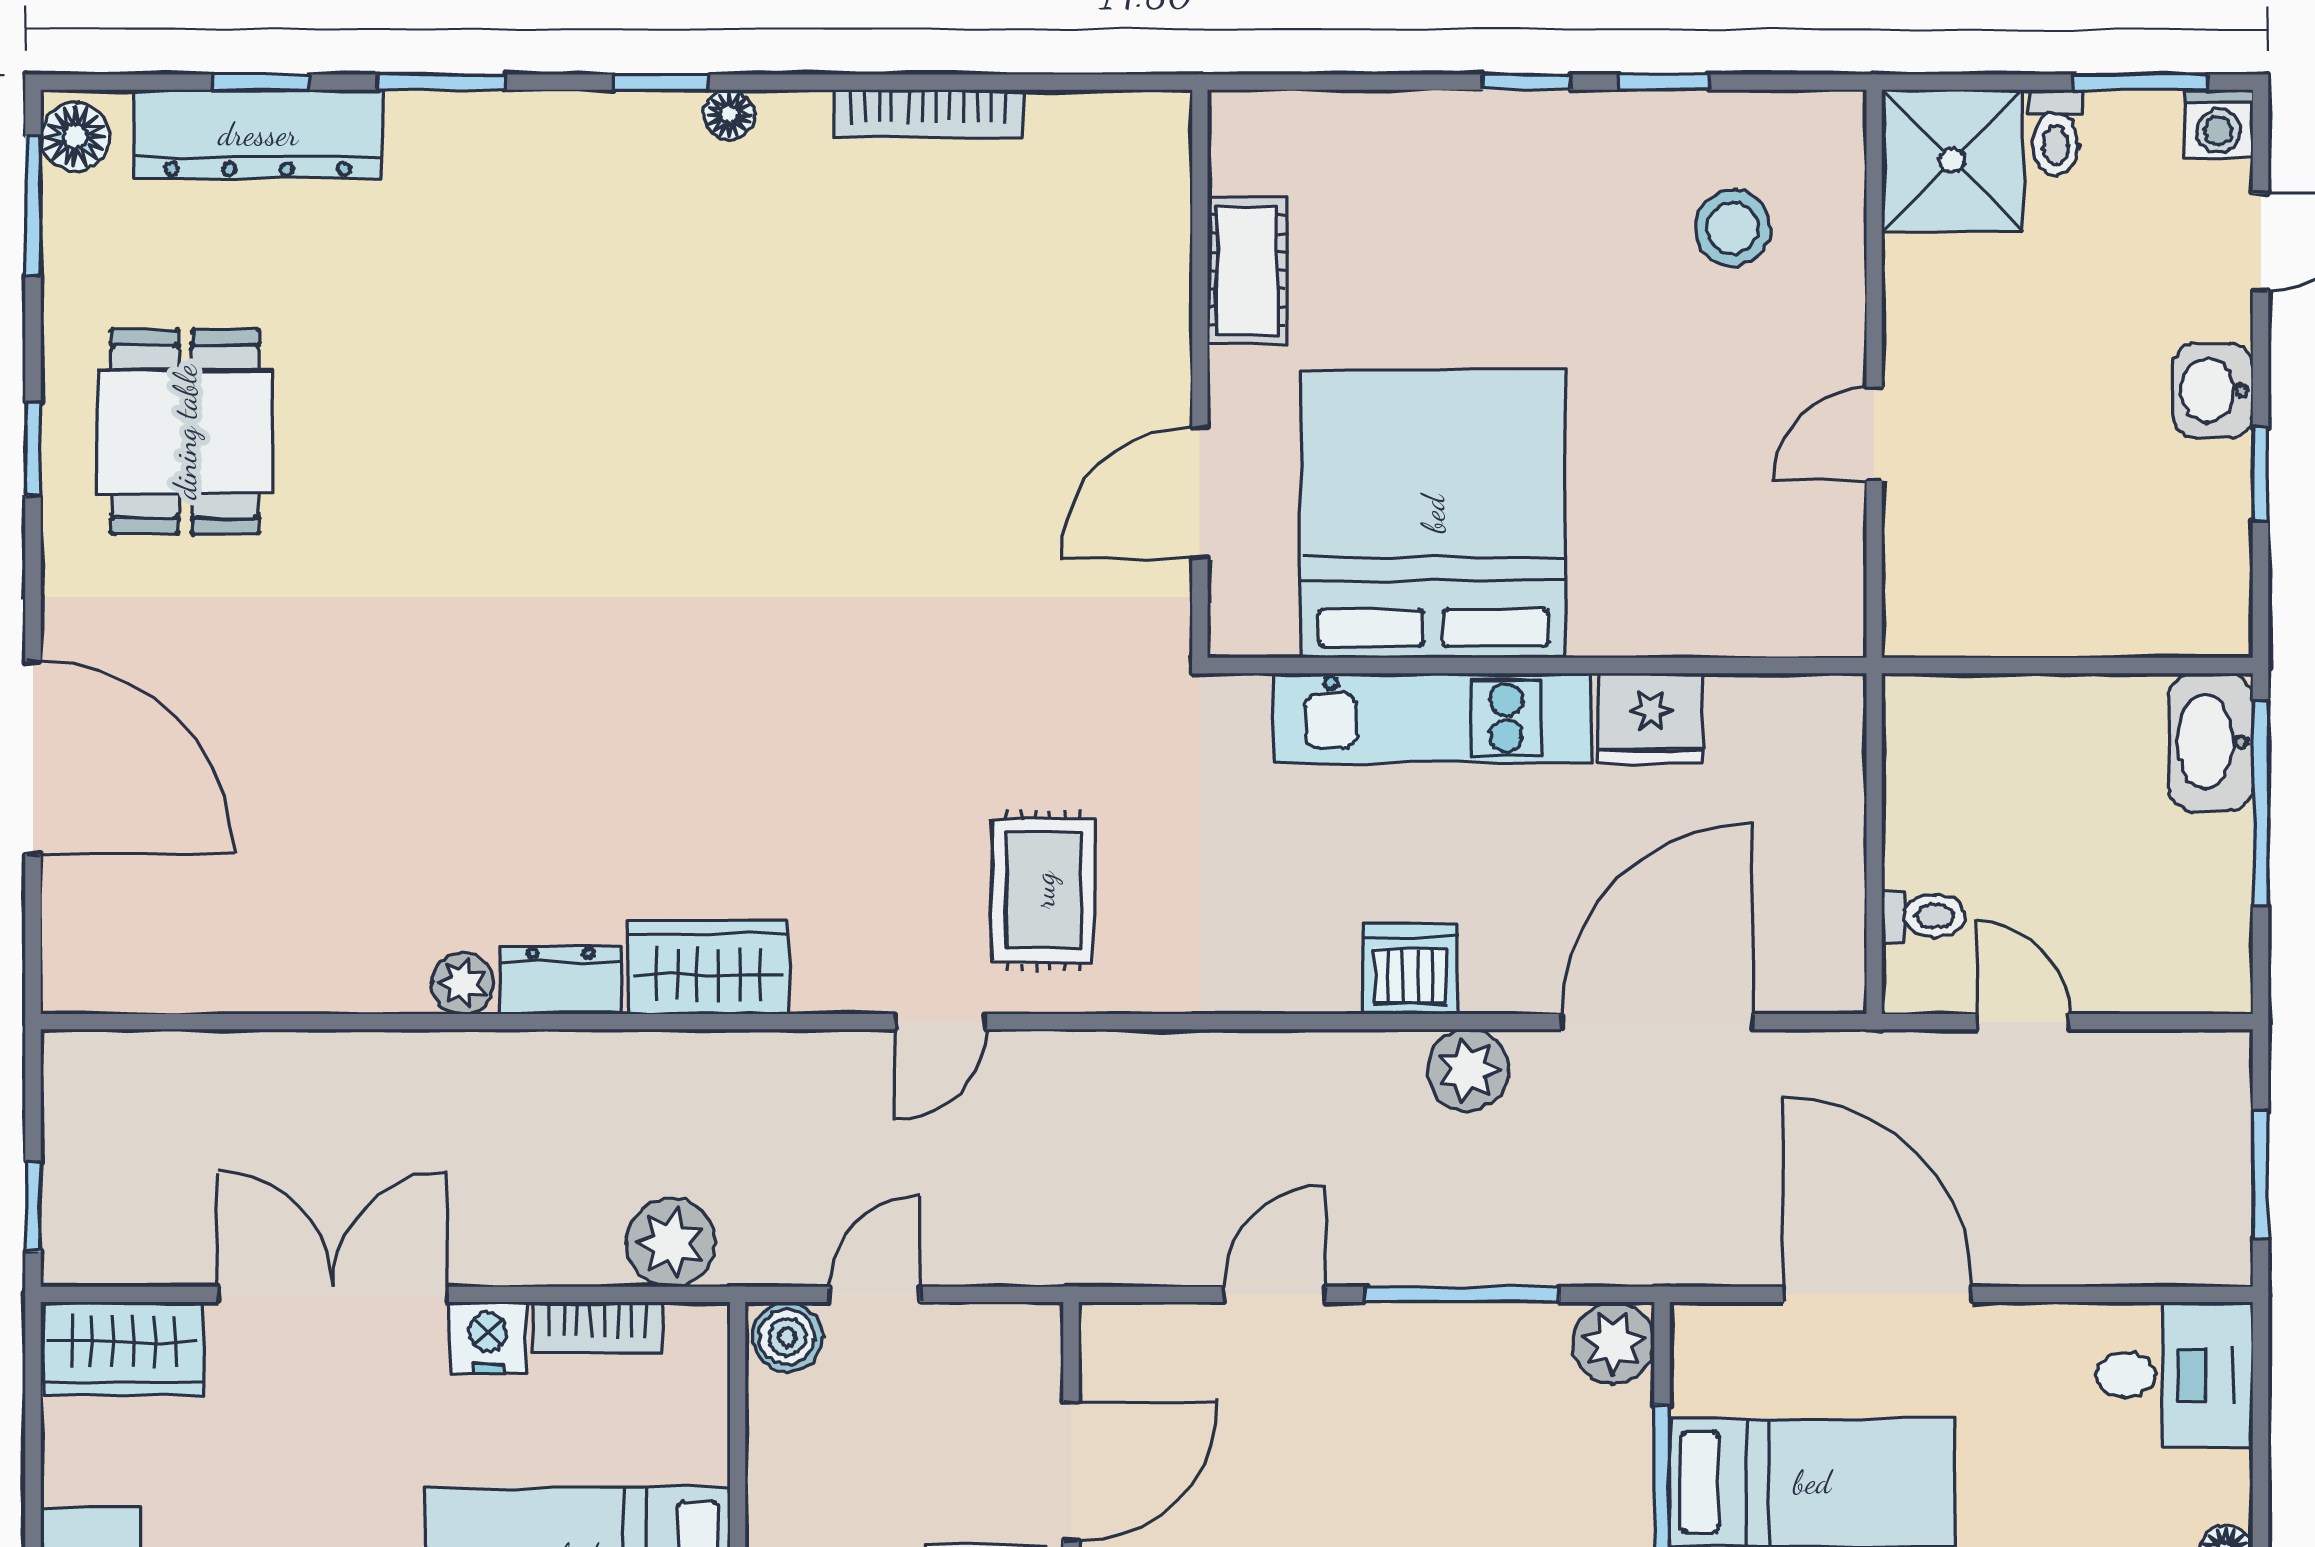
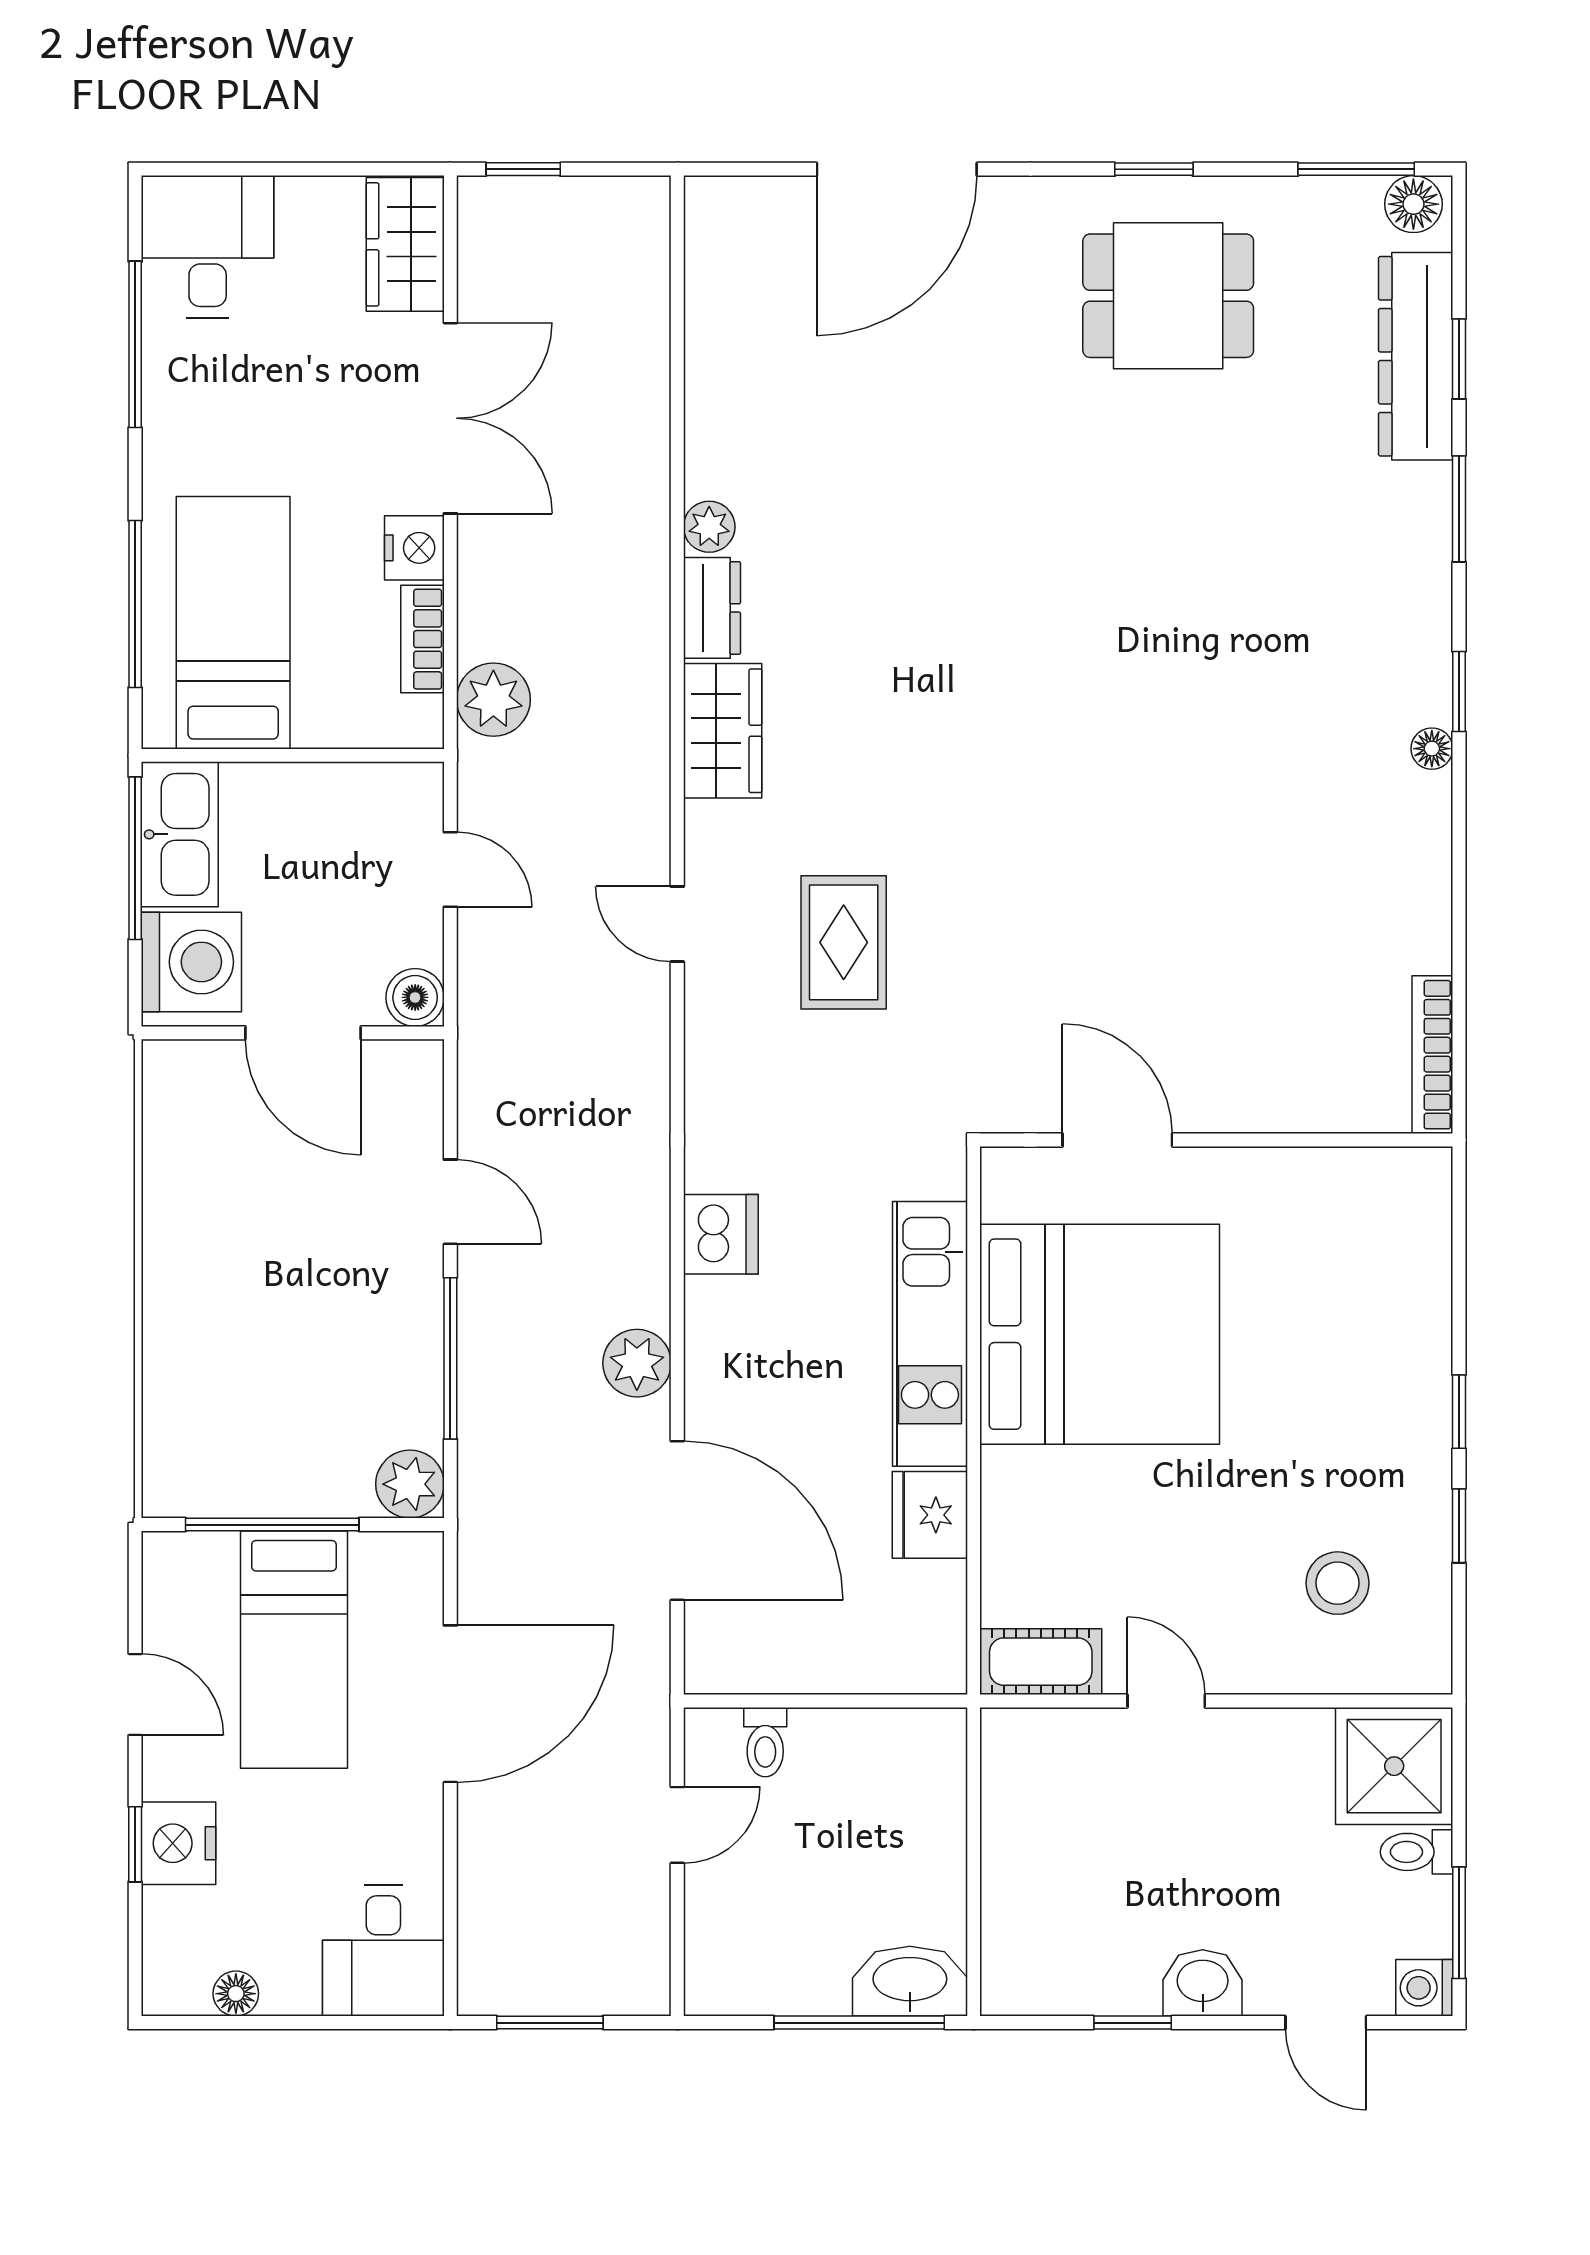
bookcase: (929, 114) -> (1432, 1055), moved
cot: (1247, 270) -> (1041, 1662), moved
rug: (1043, 890) -> (844, 942), moved, turned 90
dishwasher: (1410, 969) -> (721, 1234), moved
boiler: (787, 1337) -> (415, 997), moved

